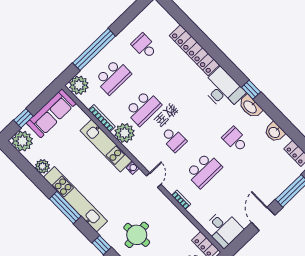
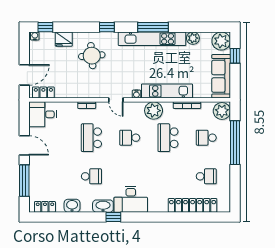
locker: (194, 50) -> (193, 205), moved
school desk: (113, 77) -> (206, 138), width x0.54
plant: (125, 133) -> (154, 111), moved

